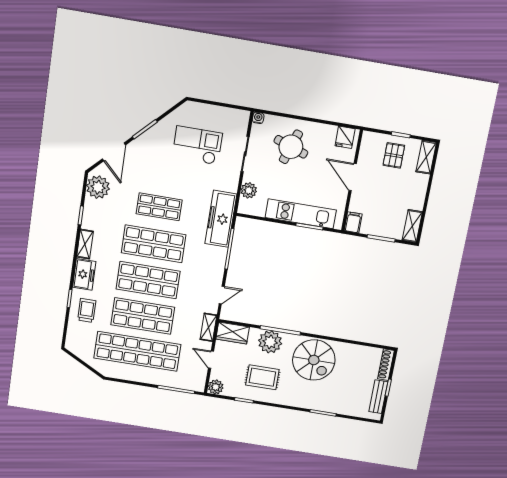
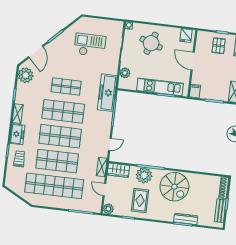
rug: (262, 377) -> (140, 200), turned 90
dresser: (327, 406) -> (186, 219), added

